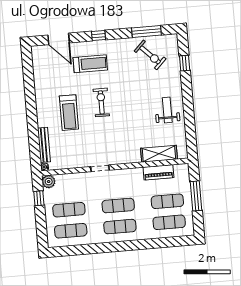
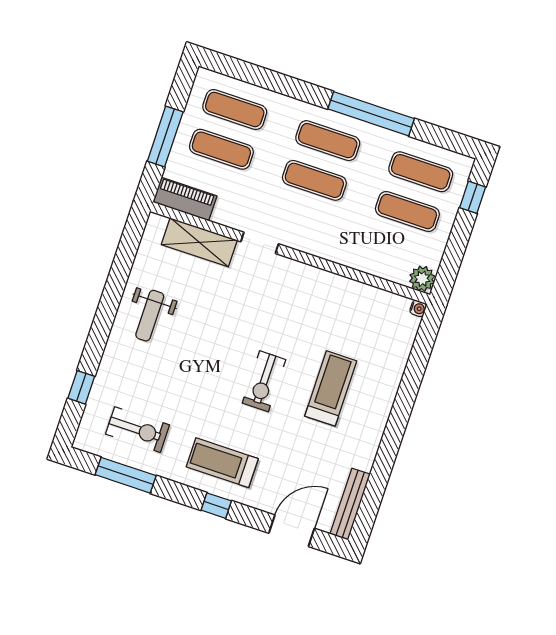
door: (59, 39) -> (292, 531), hinge flipped
exercise bike: (150, 55) -> (137, 430), turned 135
treadmill: (90, 64) -> (222, 463), moved
bench: (44, 145) -> (350, 504), moved
doorway: (100, 168) -> (260, 243), moved
piano: (158, 172) -> (185, 199), moved
window: (39, 198) -> (473, 197), moved
window: (105, 248) -> (371, 114), added

